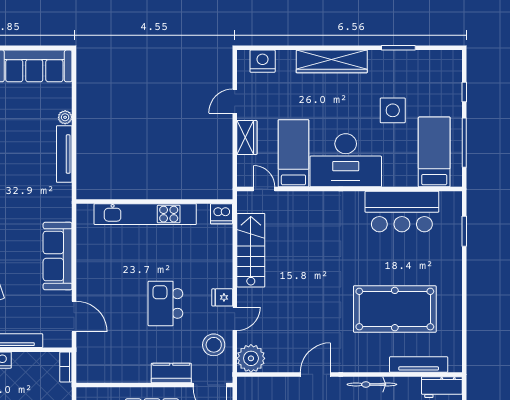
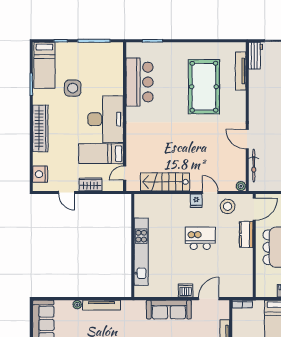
bed: (434, 152) -> (44, 65), moved, turned -90
dishwasher: (222, 214) -> (186, 291), moved, turned -90
kitchen island: (165, 303) -> (200, 238), turned 180
plant: (251, 358) -> (241, 186), width x0.53, depth x0.53
bicycle: (372, 384) -> (254, 166), moved

